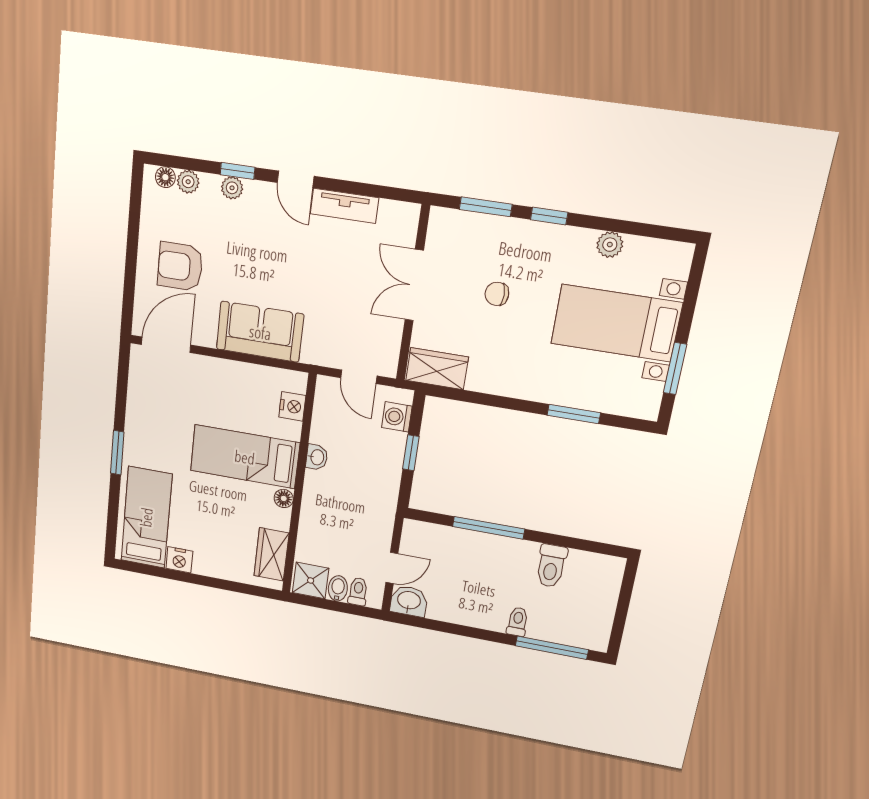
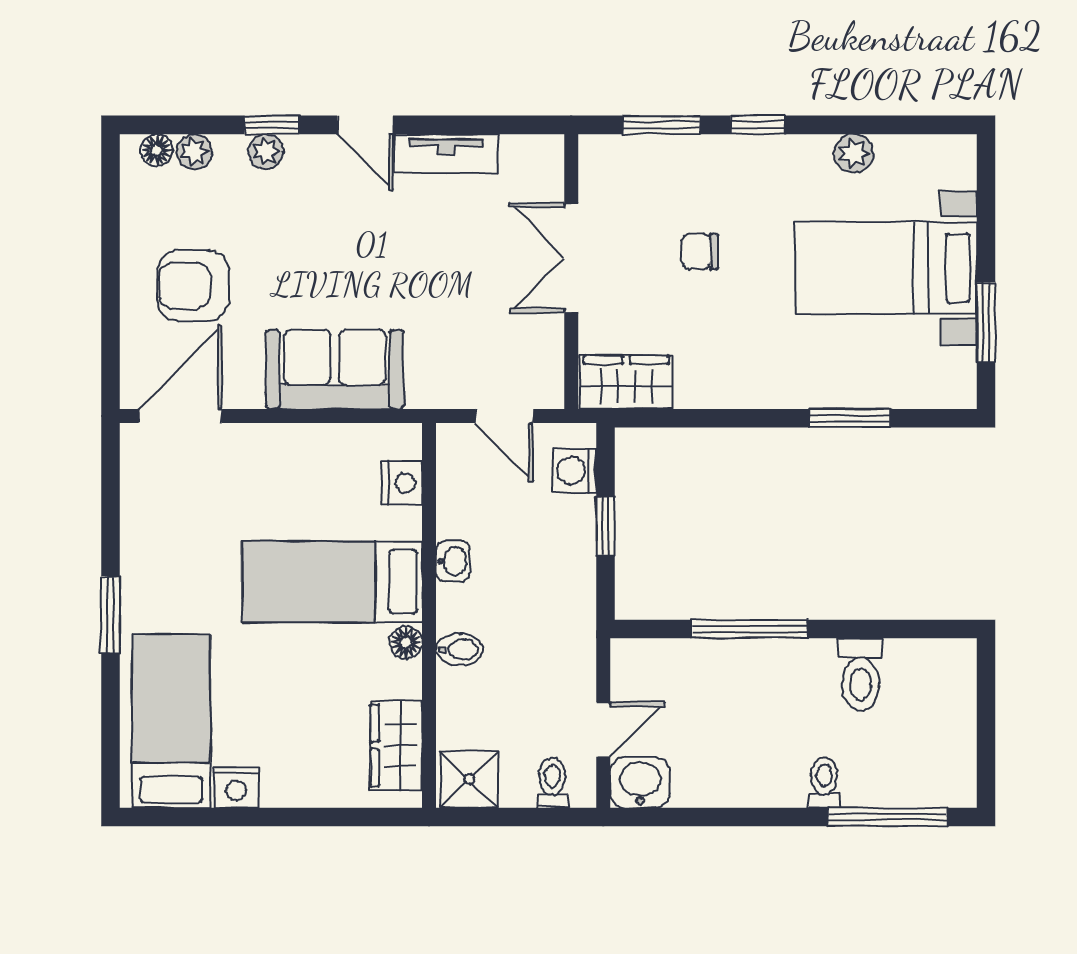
bidet: (338, 588) -> (460, 649), moved, turned 90

